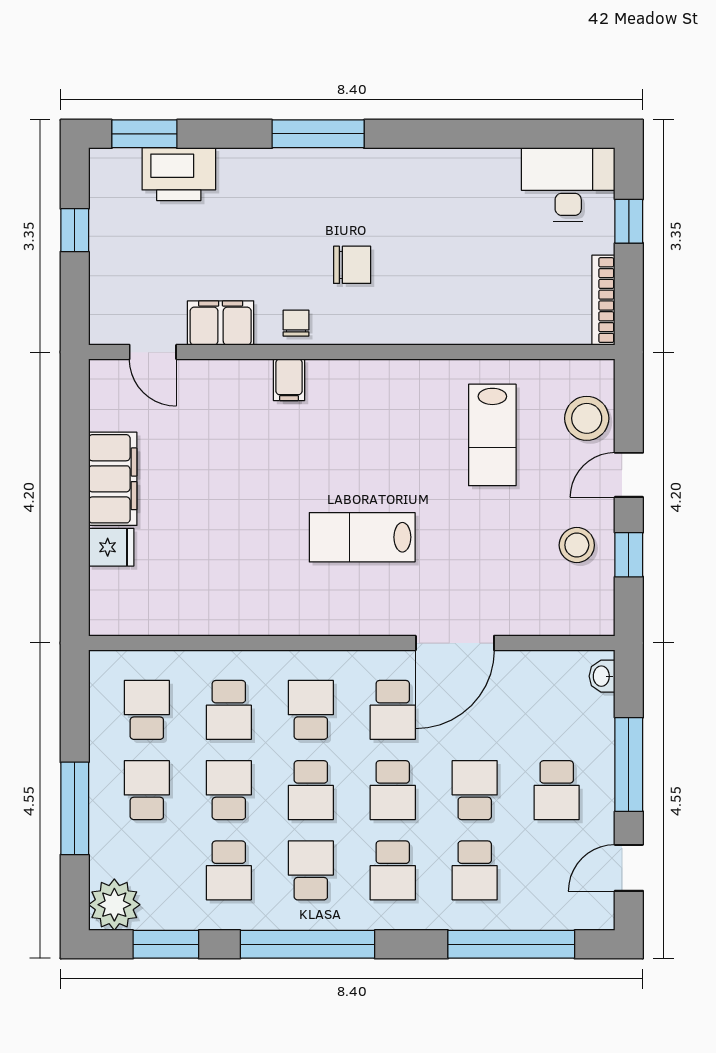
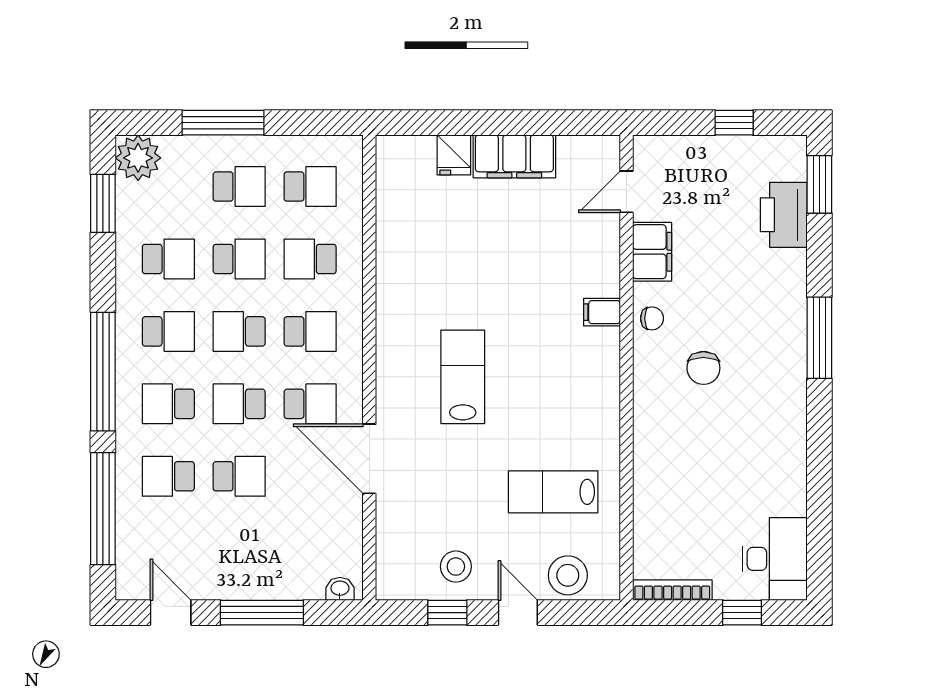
school desk: (393, 710) -> (310, 404), turned 180
school desk: (557, 790) -> (239, 549), removed
school desk: (229, 870) -> (168, 259), turned 180
window: (307, 944) -> (103, 372), moved

